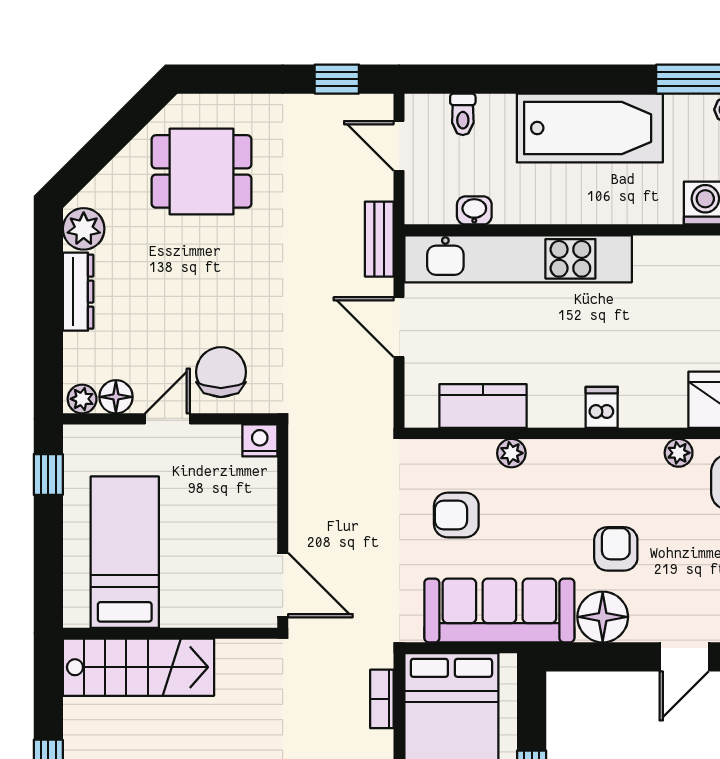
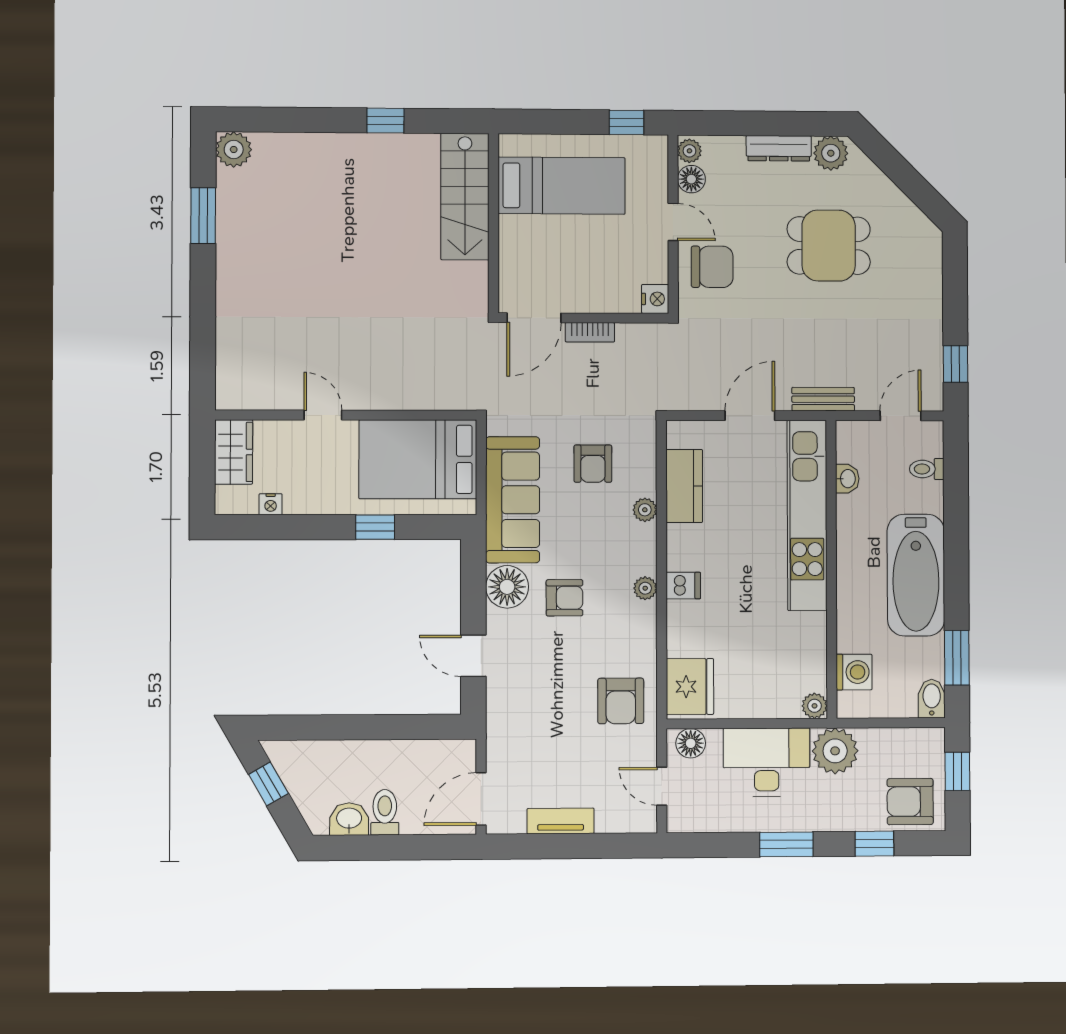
dining table: (202, 171) -> (829, 246), moved, turned 90
plant: (679, 453) -> (645, 588), moved
armchair: (456, 515) -> (593, 464), turned 180
bookcase: (382, 699) -> (590, 332), moved, turned 180

